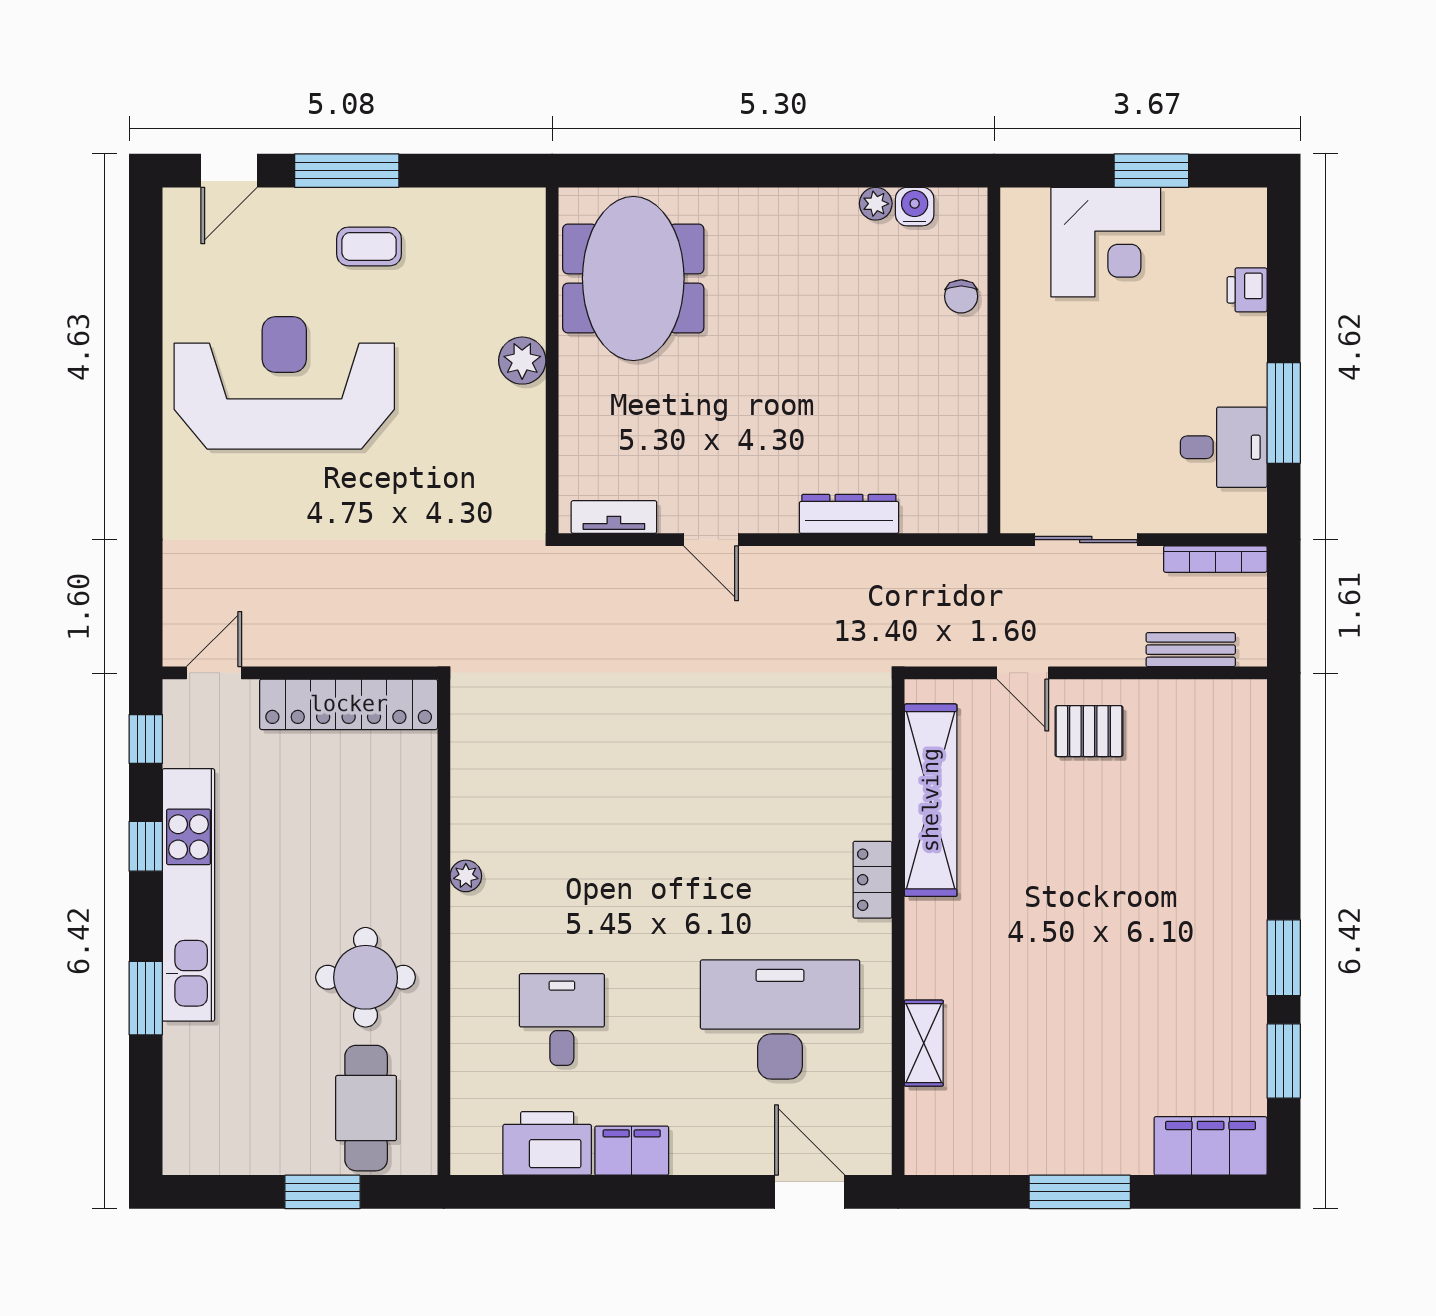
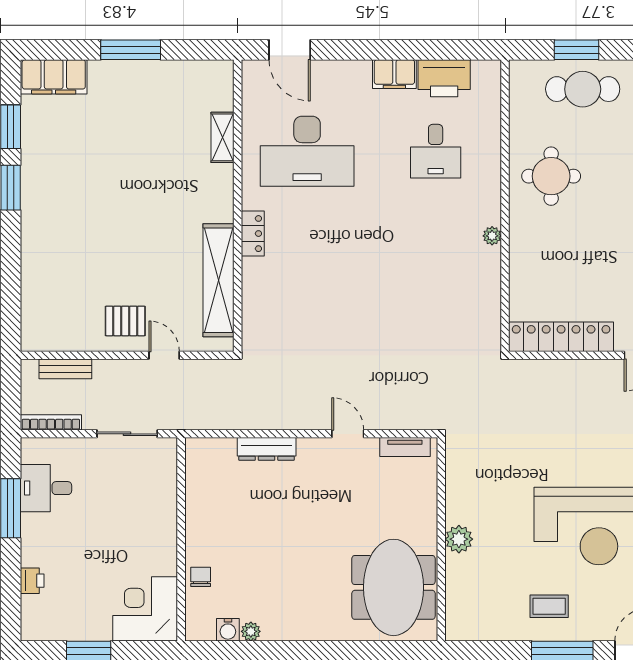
corner desk: (1106, 242) -> (145, 609), moved
cafe table: (366, 1108) -> (583, 89), moved, turned 90

